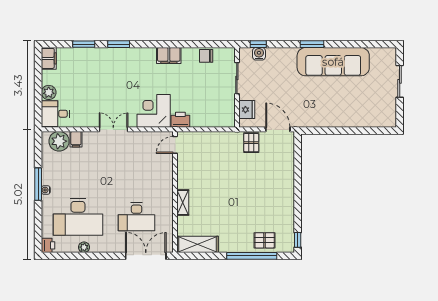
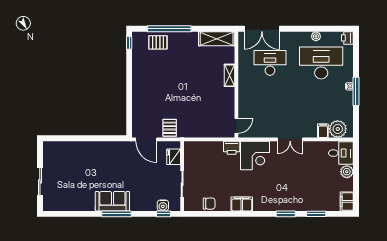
window: (312, 44) -> (116, 214), width x1.44
sofa: (333, 62) -> (112, 201), width x0.54, depth x0.79

